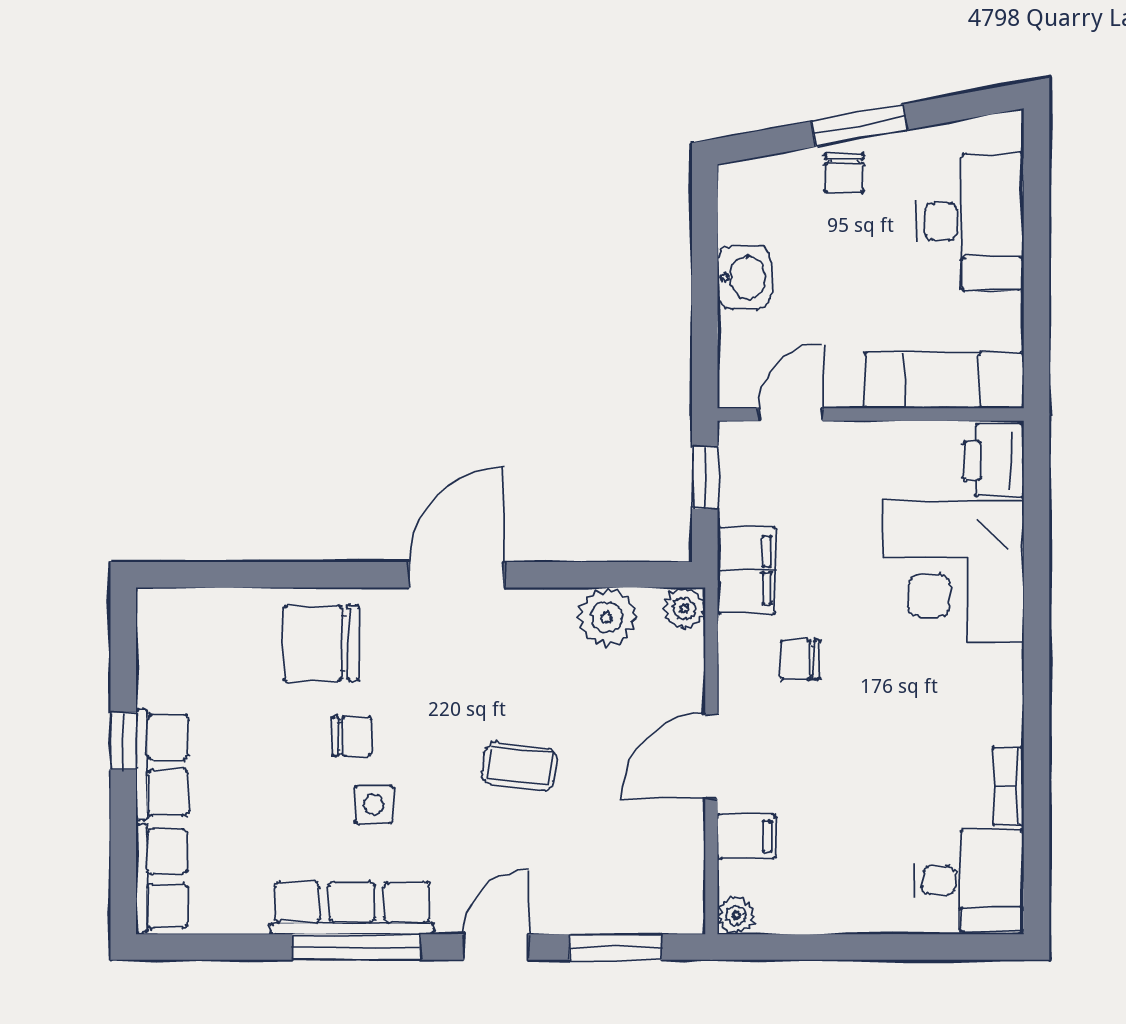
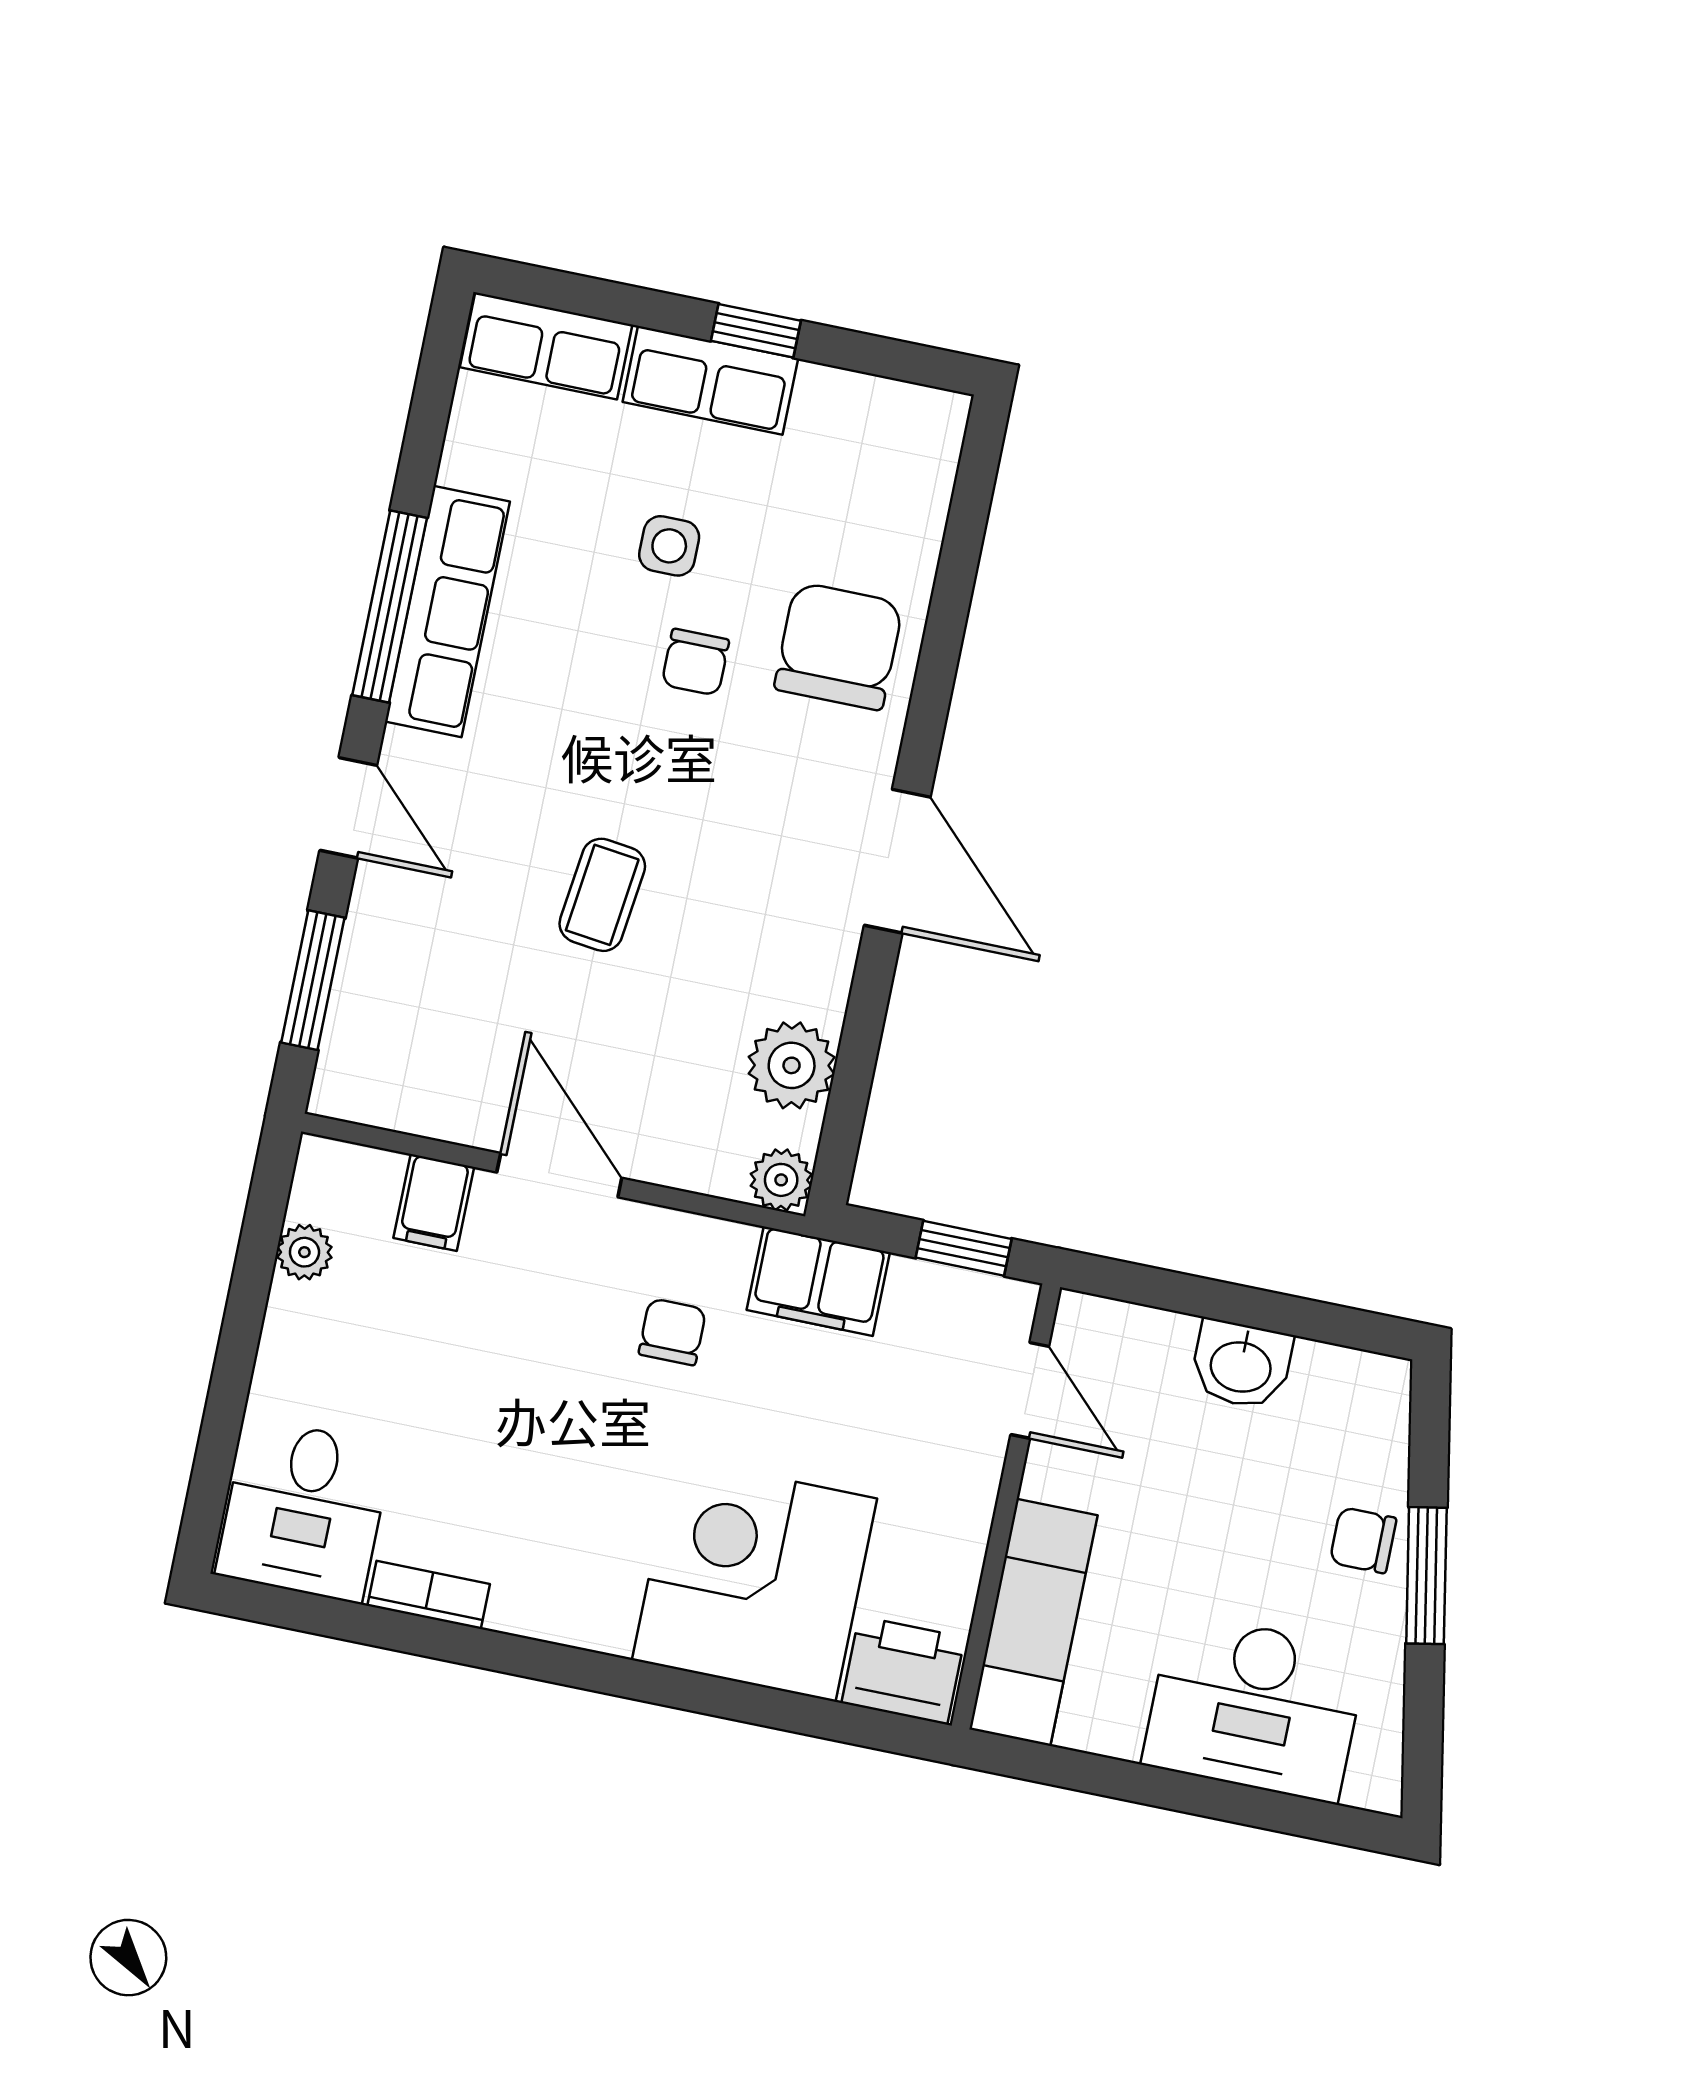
side table: (374, 804) -> (669, 546), moved
plant: (736, 915) -> (304, 1252), moved

